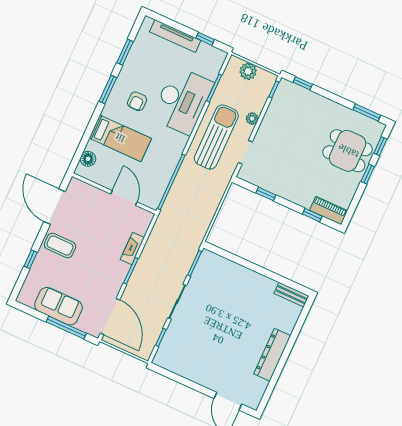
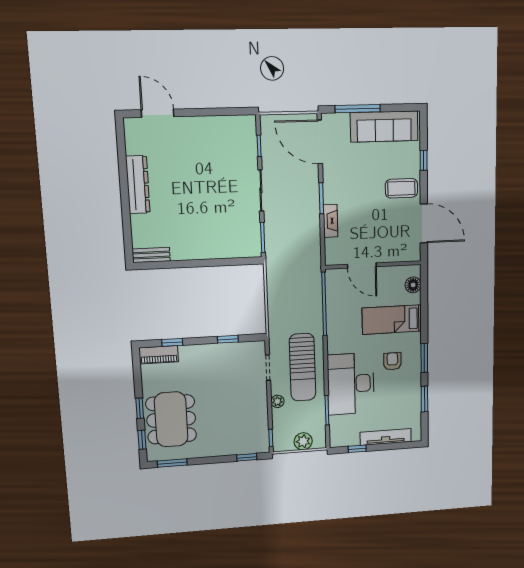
dining table: (348, 151) -> (171, 419), width x1.38
sofa: (58, 306) -> (384, 127), width x1.36

